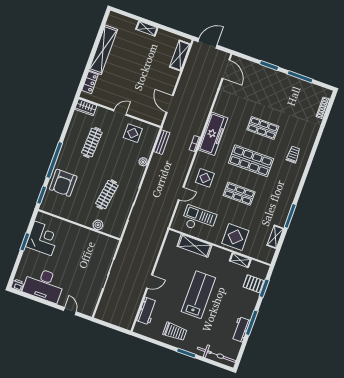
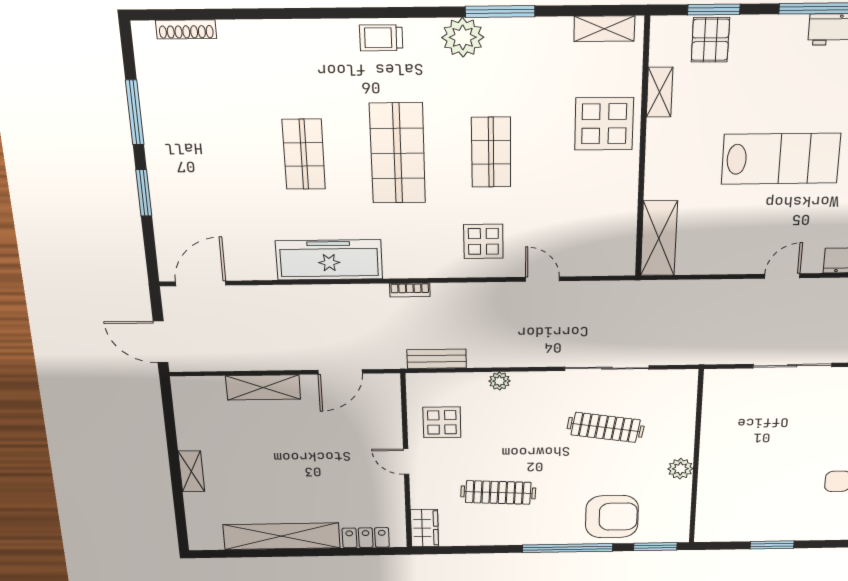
shelving: (180, 56) -> (263, 387), moved
freezer: (213, 134) -> (329, 260), moved
trolley: (293, 155) -> (381, 38), moved
plant: (286, 200) -> (463, 37), added
checkout: (199, 220) -> (591, 220), removed
plant: (98, 225) -> (680, 469), moved
shelving: (275, 237) -> (604, 29), moved
corner desk: (43, 238) -> (752, 515), removed
shelving: (194, 246) -> (659, 238), moved
door: (150, 281) -> (782, 276), hinge flipped
lab bench: (198, 295) -> (781, 159), turned 180

